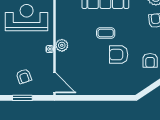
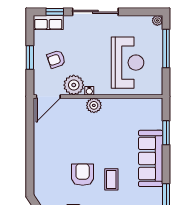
coffee table: (106, 33) -> (111, 179), moved
plant: (45, 62) -> (74, 85), added

